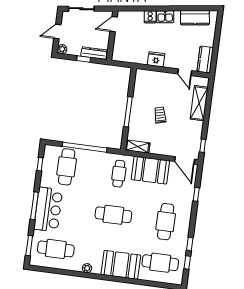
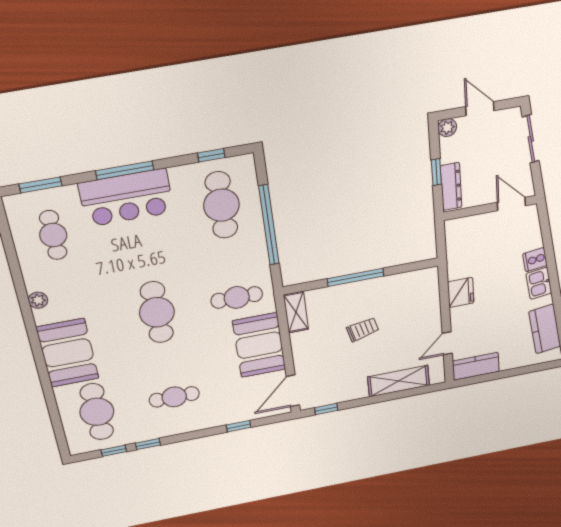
cafe table: (67, 167) -> (221, 205), turned 90
cafe table: (166, 222) -> (174, 397), width x0.73, depth x0.74
cafe table: (56, 249) -> (53, 235), width x0.73, depth x0.74

